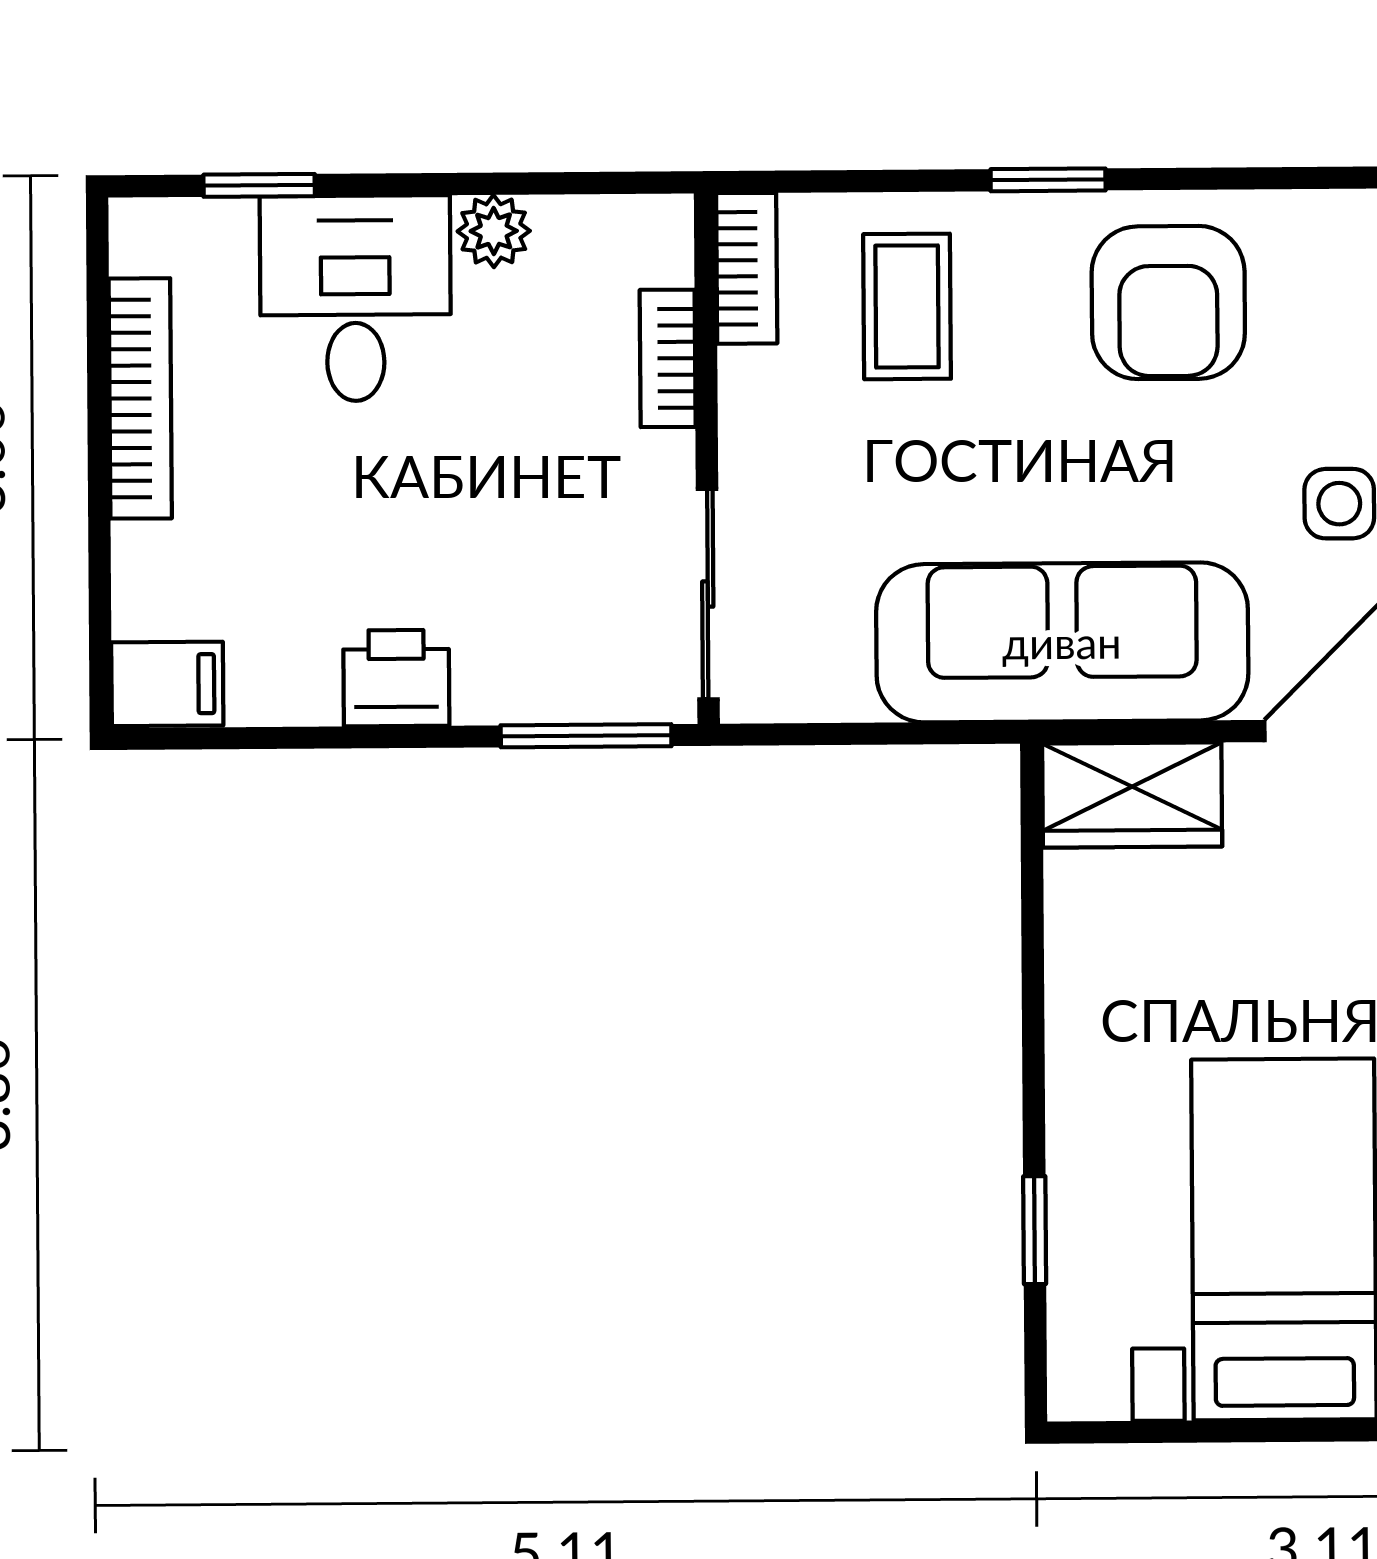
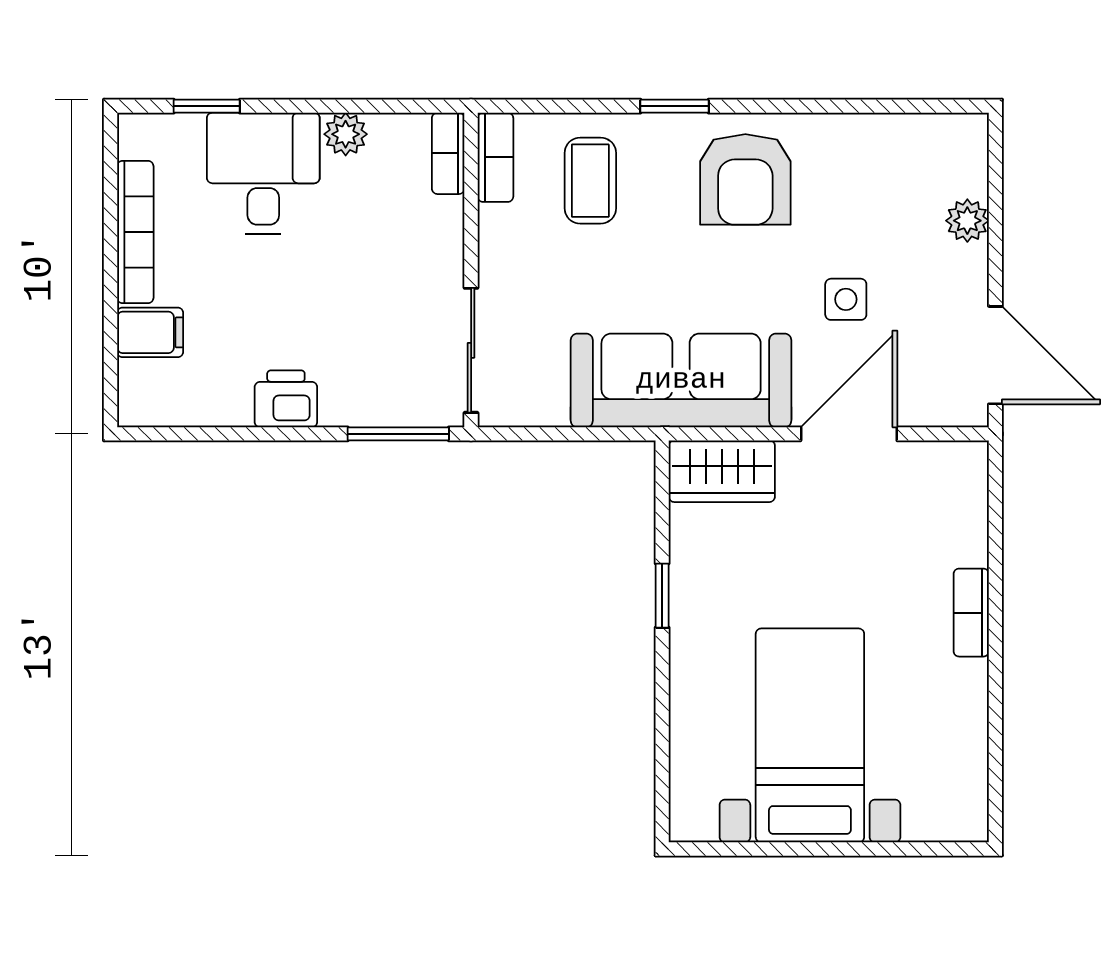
bookcase: (668, 358) -> (448, 153), moved
filing cabinet: (167, 684) -> (150, 332), moved
window: (1035, 1230) -> (662, 596), moved

